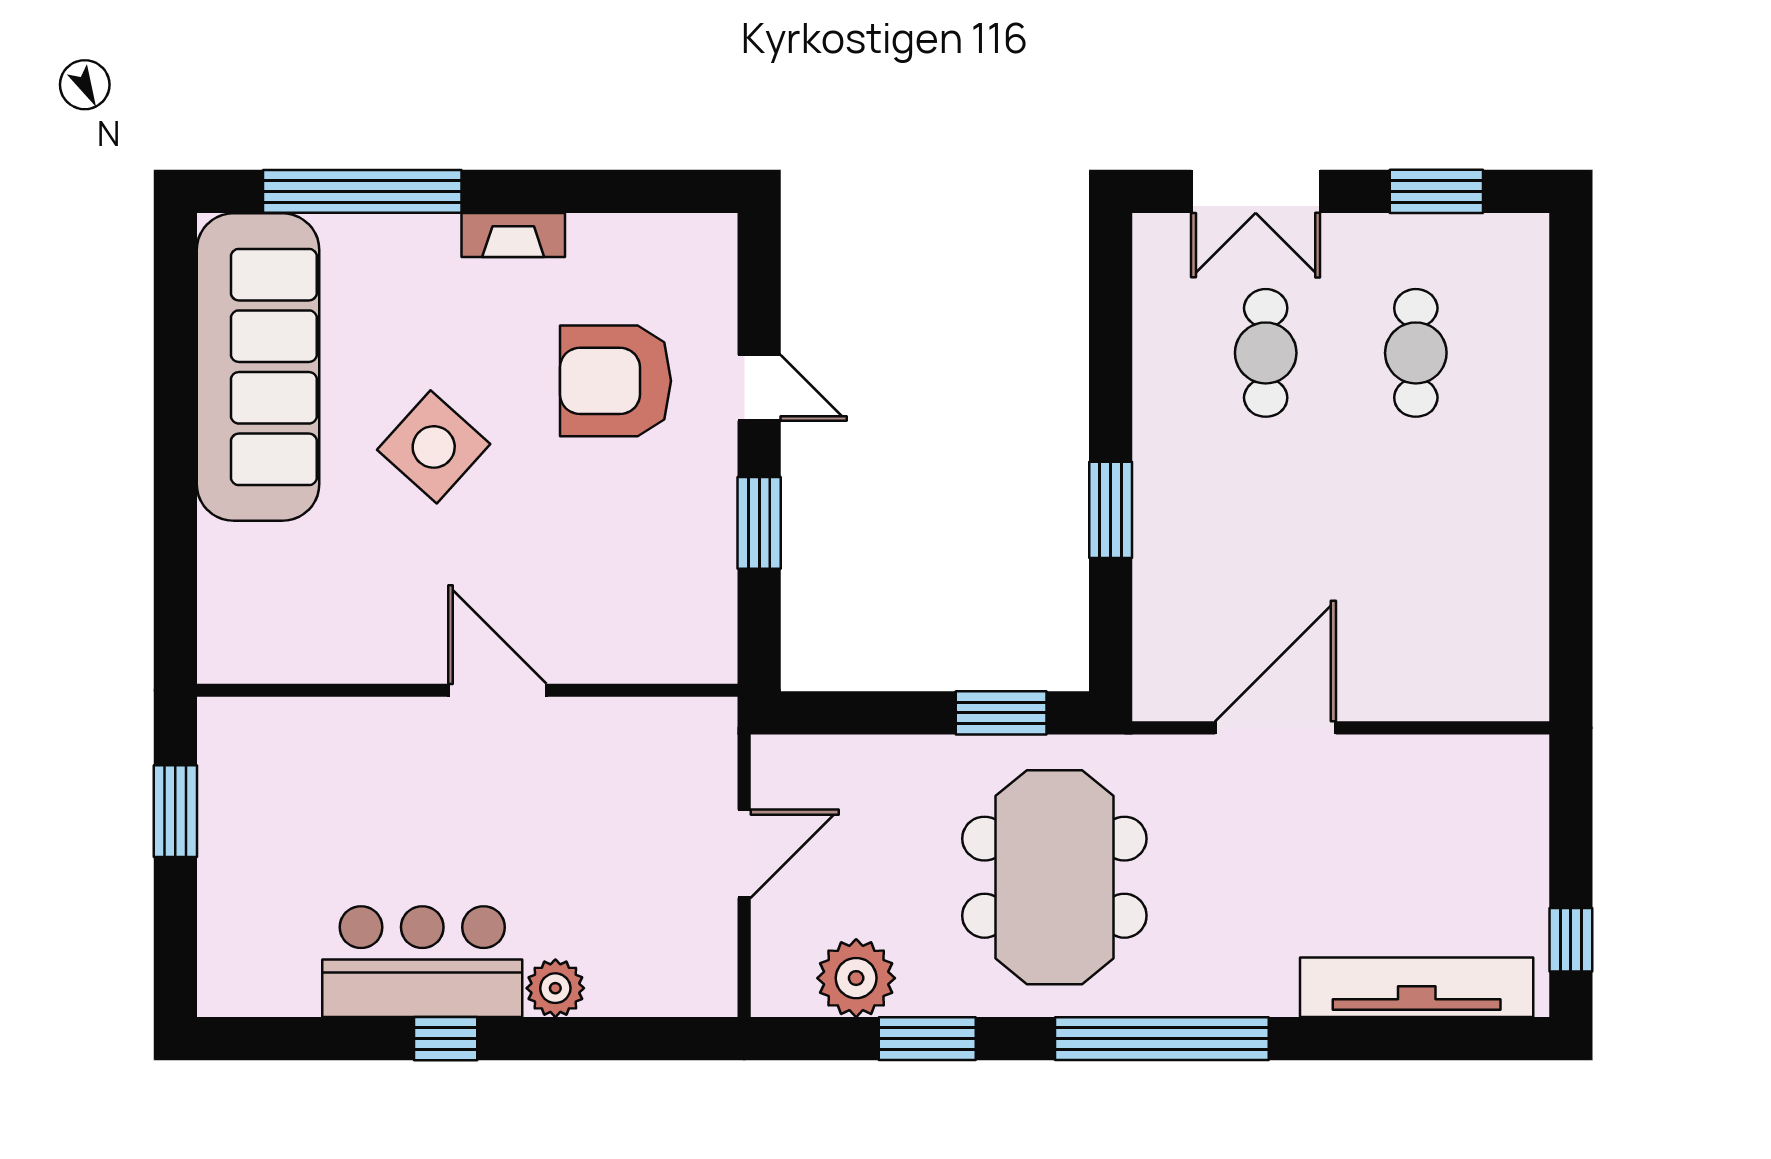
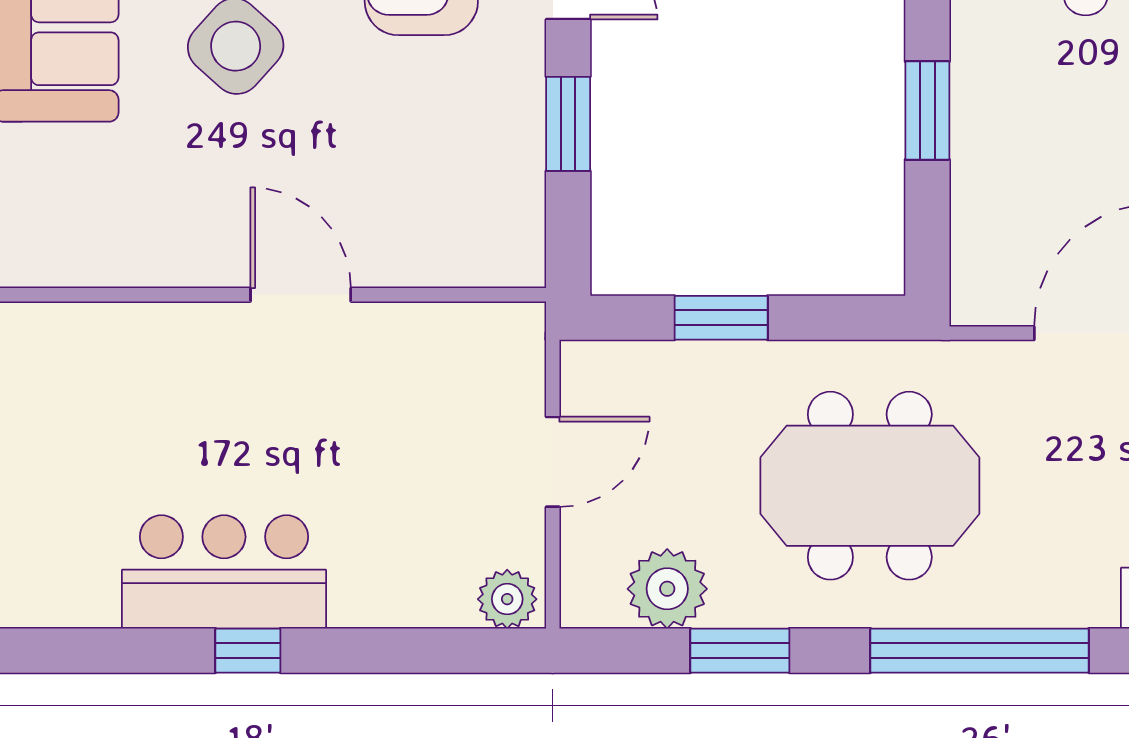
window: (1001, 713) -> (721, 318), moved
meeting table: (1054, 877) -> (870, 486), turned 90
plant: (555, 988) -> (507, 599), moved

